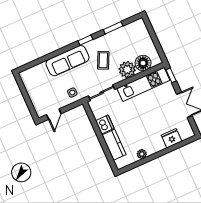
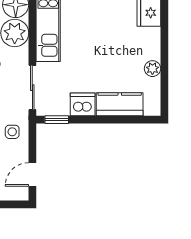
door: (54, 114) -> (32, 174), swing flipped
window: (90, 114) -> (57, 120), added

